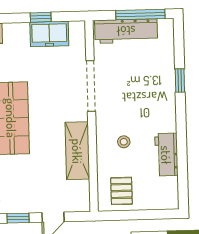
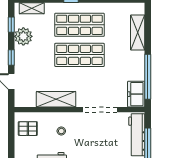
window: (41, 17) -> (148, 77), width x3.17
freezer: (49, 34) -> (136, 94), moved

